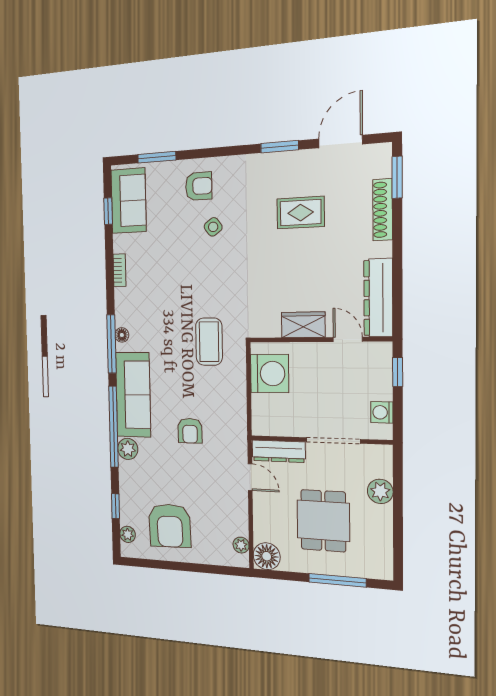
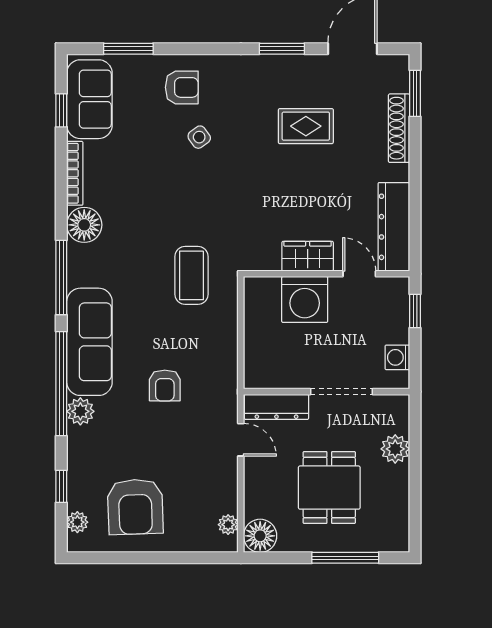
bookcase: (119, 270) -> (75, 173), width x1.56
floor lamp: (122, 335) -> (84, 225), moved, width x1.89, depth x1.89
washing machine: (270, 373) -> (305, 299), moved, turned 90

